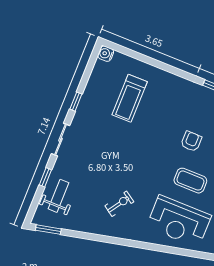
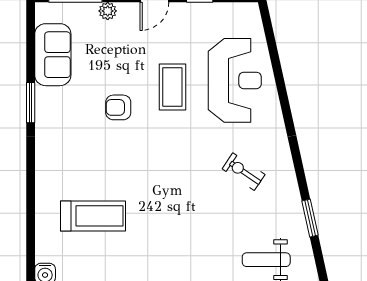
window: (48, 230) -> (310, 218), moved

